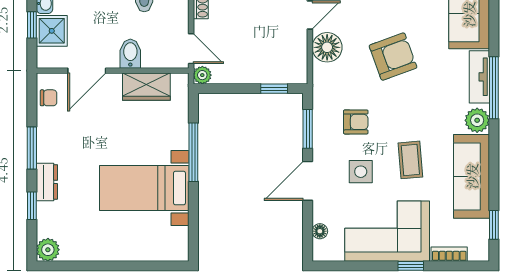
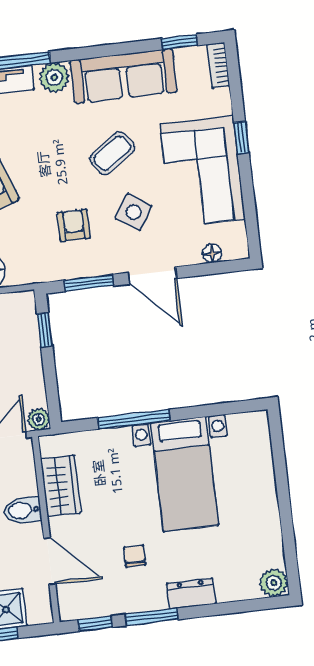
chair: (49, 98) -> (135, 556), moved
coffee table: (410, 160) -> (112, 153), turned -30
side table: (361, 172) -> (134, 212), turned 33
window: (32, 206) -> (95, 624), moved
bookcase: (449, 254) -> (218, 65), moved

